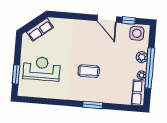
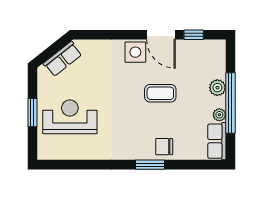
side table: (137, 33) -> (135, 52), moved
coffee table: (89, 71) -> (160, 93), moved
window: (16, 74) -> (32, 113), moved
chair: (103, 94) -> (164, 147), added

